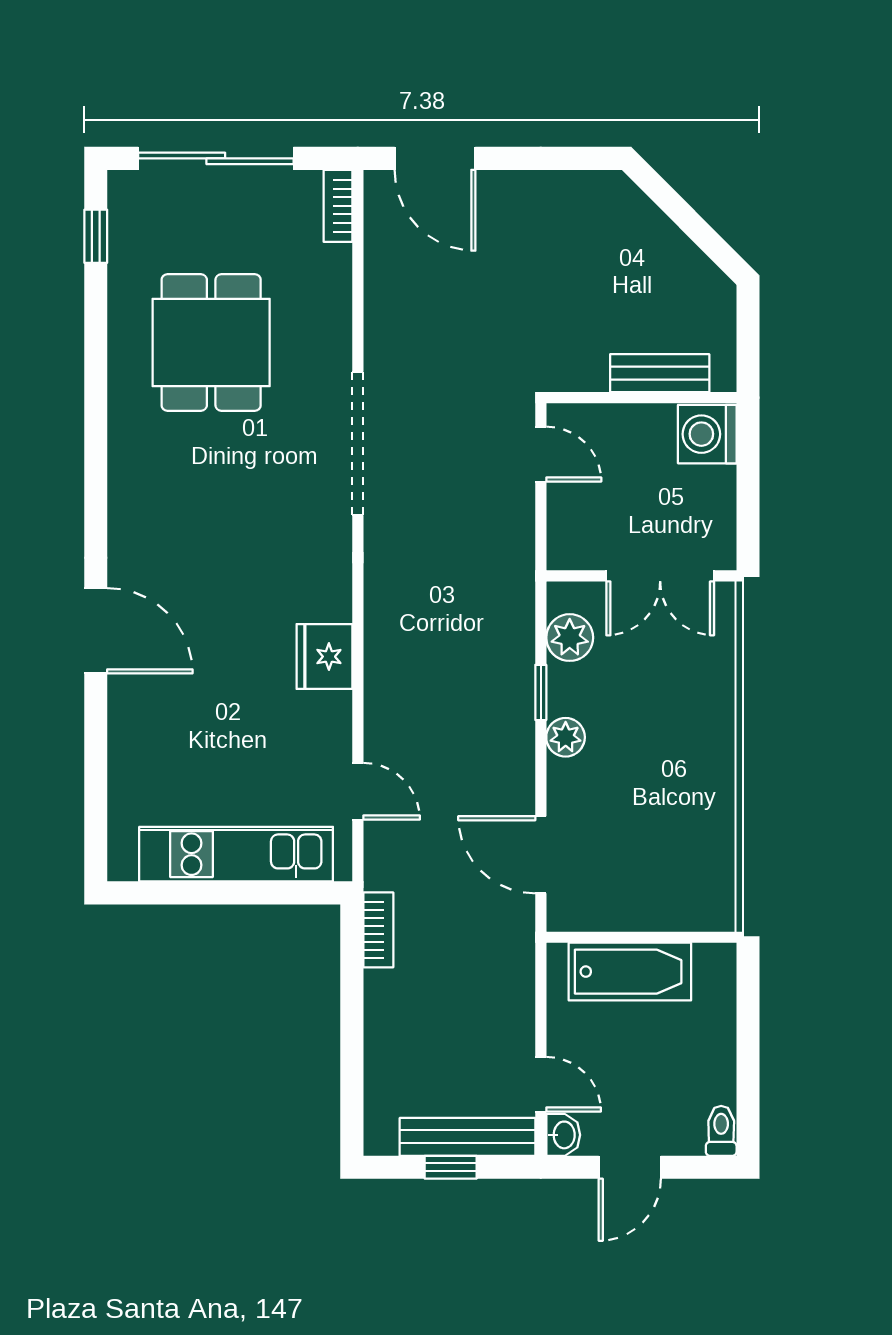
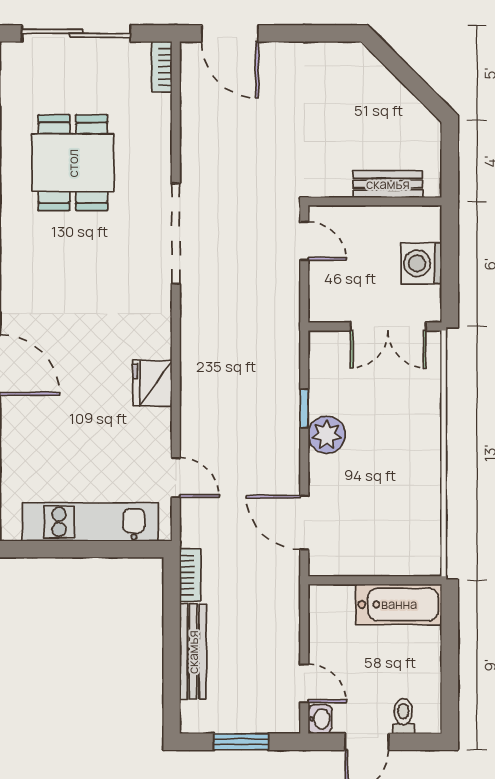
washing machine: (707, 434) -> (421, 263), moved
plant: (570, 638) -> (325, 370), removed
plant: (566, 737) -> (327, 435), width x1.38, depth x1.38
bathtub: (630, 972) -> (399, 604), moved
toilet: (721, 1131) -> (403, 716), moved
bench: (468, 1137) -> (193, 652), moved, turned 90
window: (451, 1167) -> (241, 742), width x1.50

